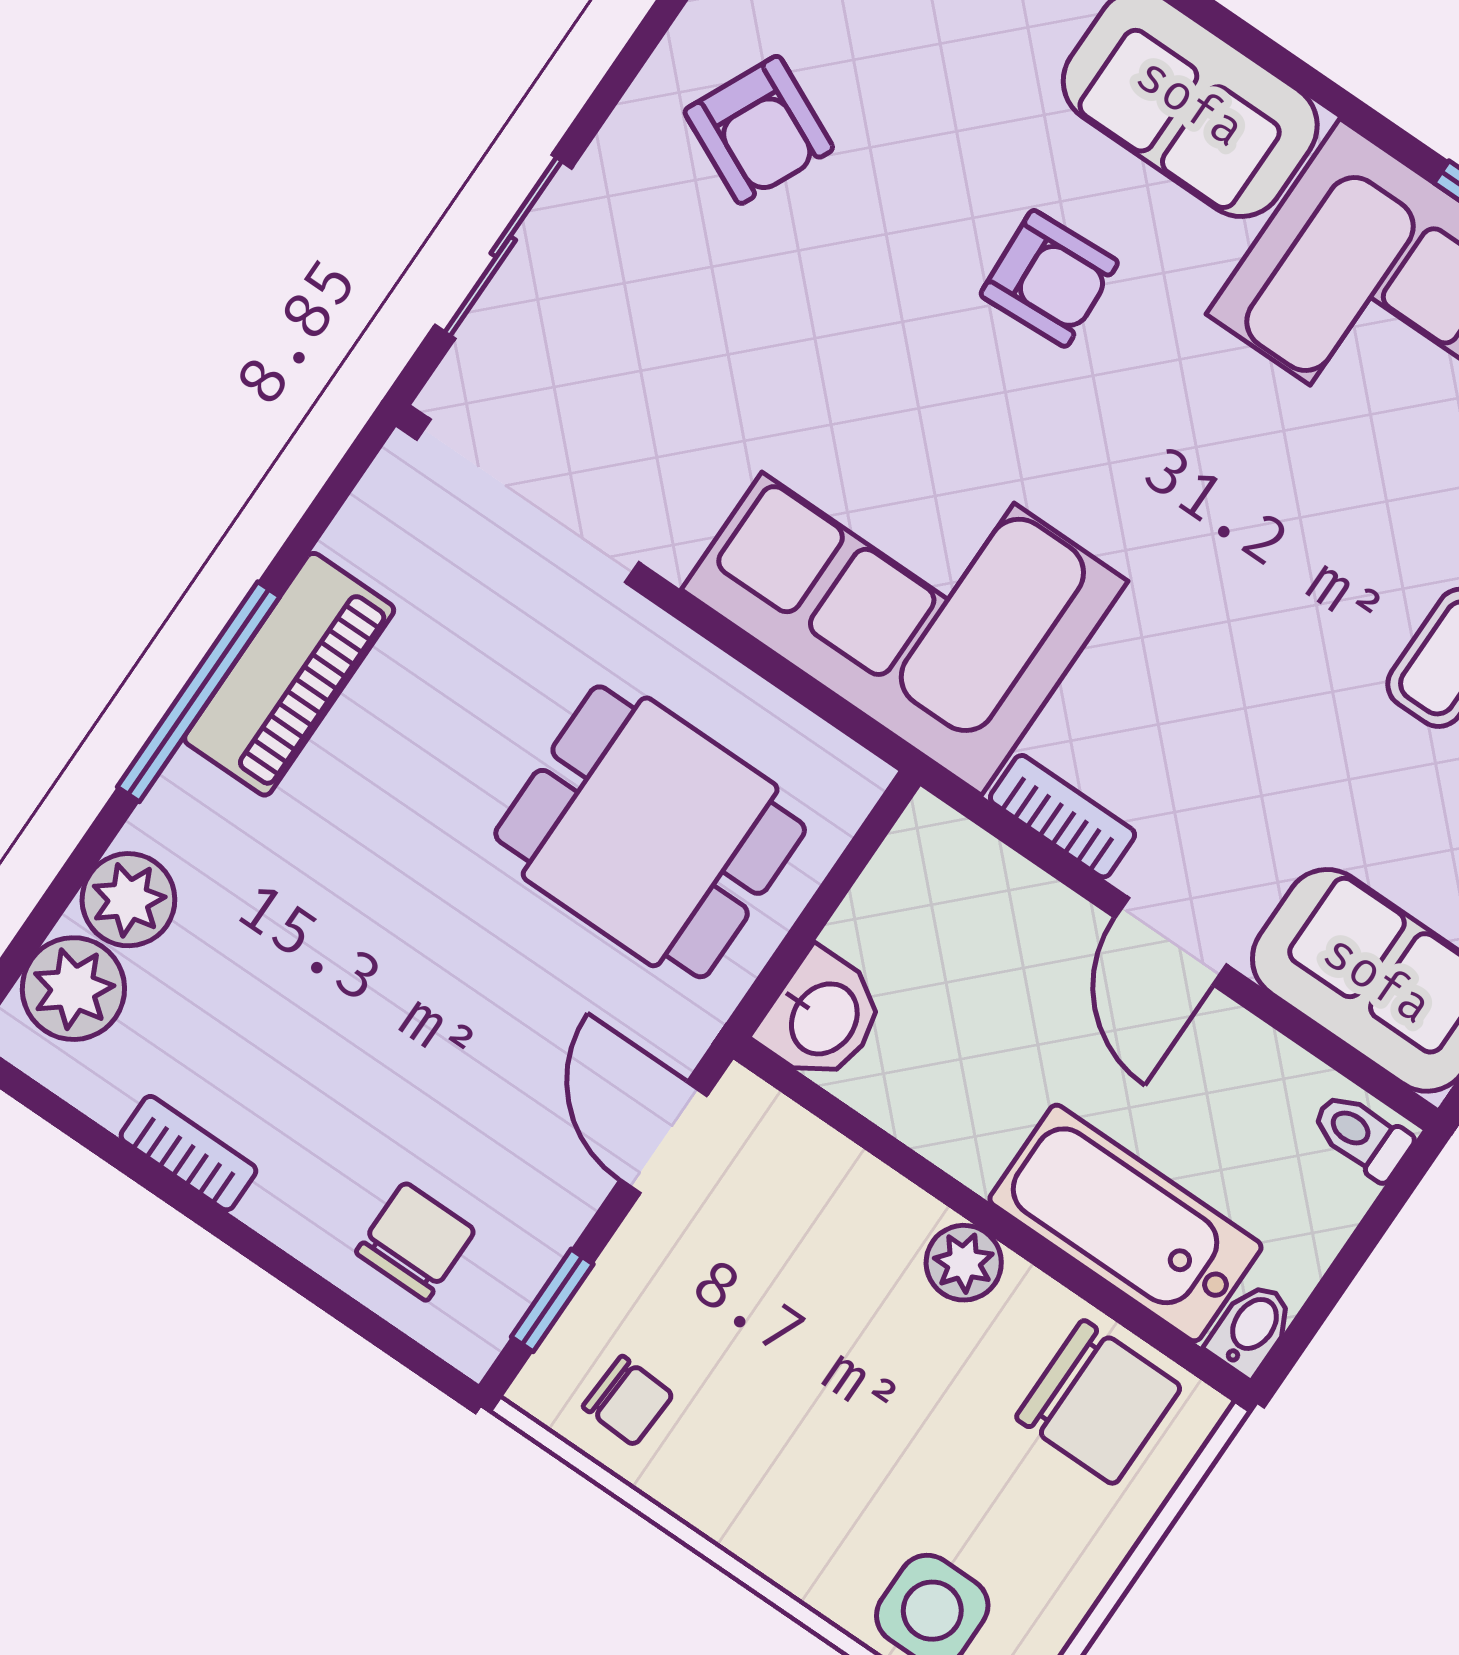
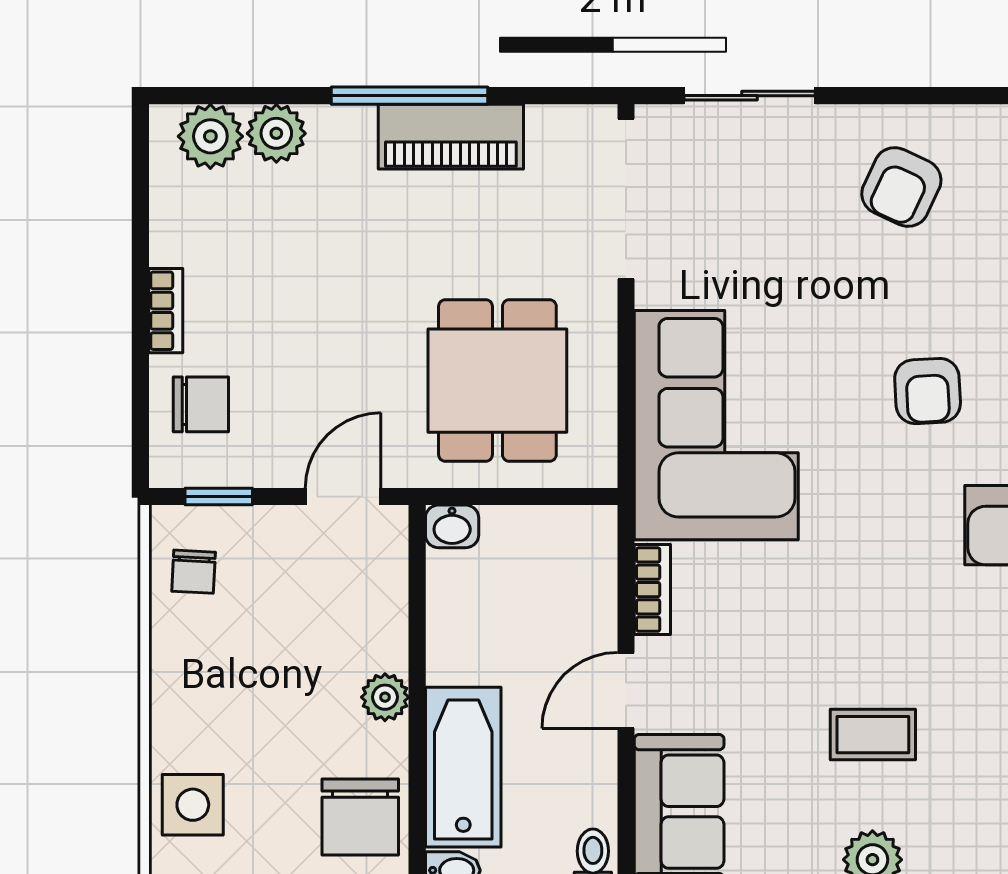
washbasin: (822, 1017) -> (452, 526), width x0.72, depth x0.69
bookcase: (188, 1153) -> (166, 311), moved

